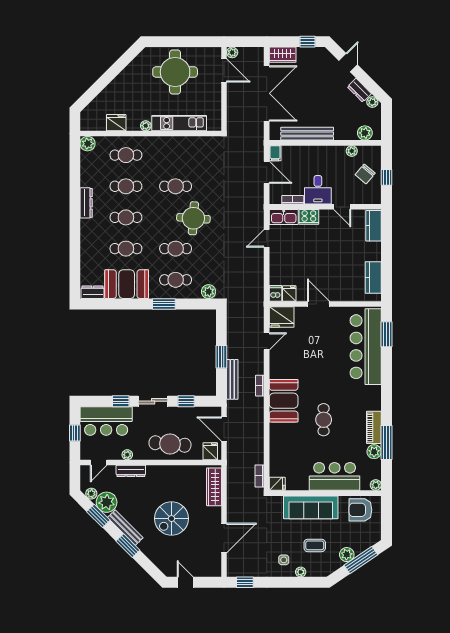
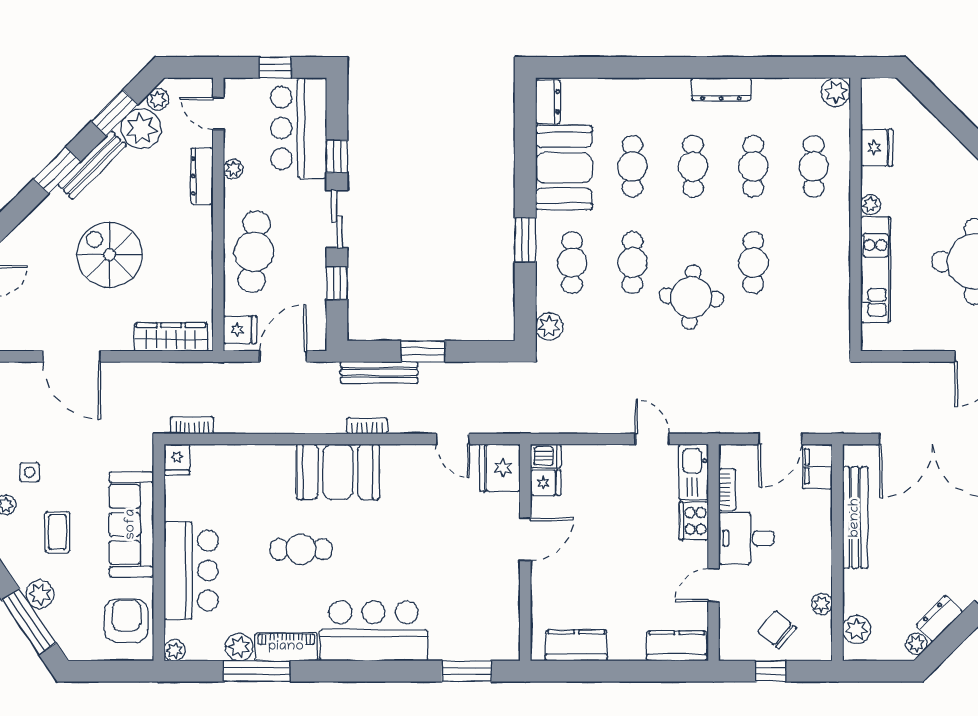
filing cabinet: (275, 153) -> (817, 466), width x2.00
bar counter: (366, 347) -> (374, 631), moved, width x0.73

